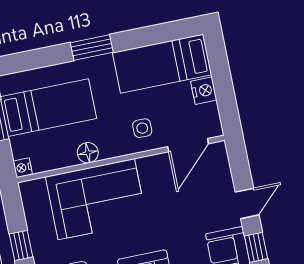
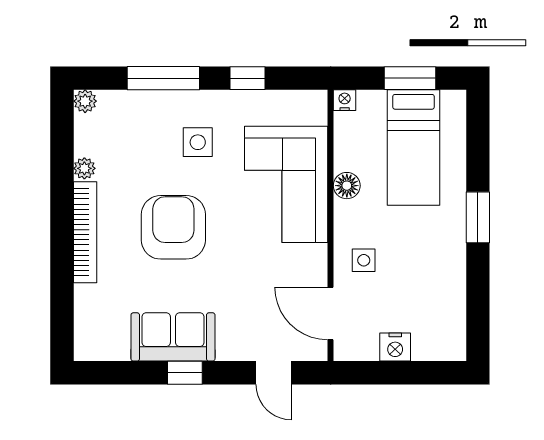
bed: (162, 64) -> (440, 302), removed
door: (247, 203) -> (274, 373), moved

